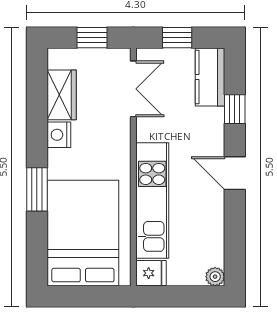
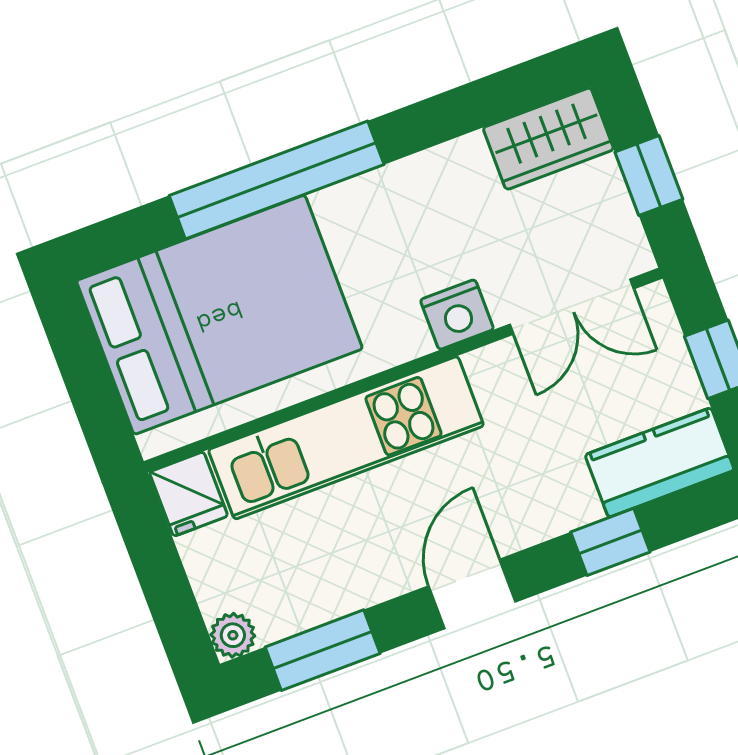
wardrobe: (62, 95) -> (548, 139), moved
nightstand: (59, 135) -> (457, 315), moved, turned 180
window: (37, 189) -> (277, 180), width x2.11
window: (235, 243) -> (323, 650), added

